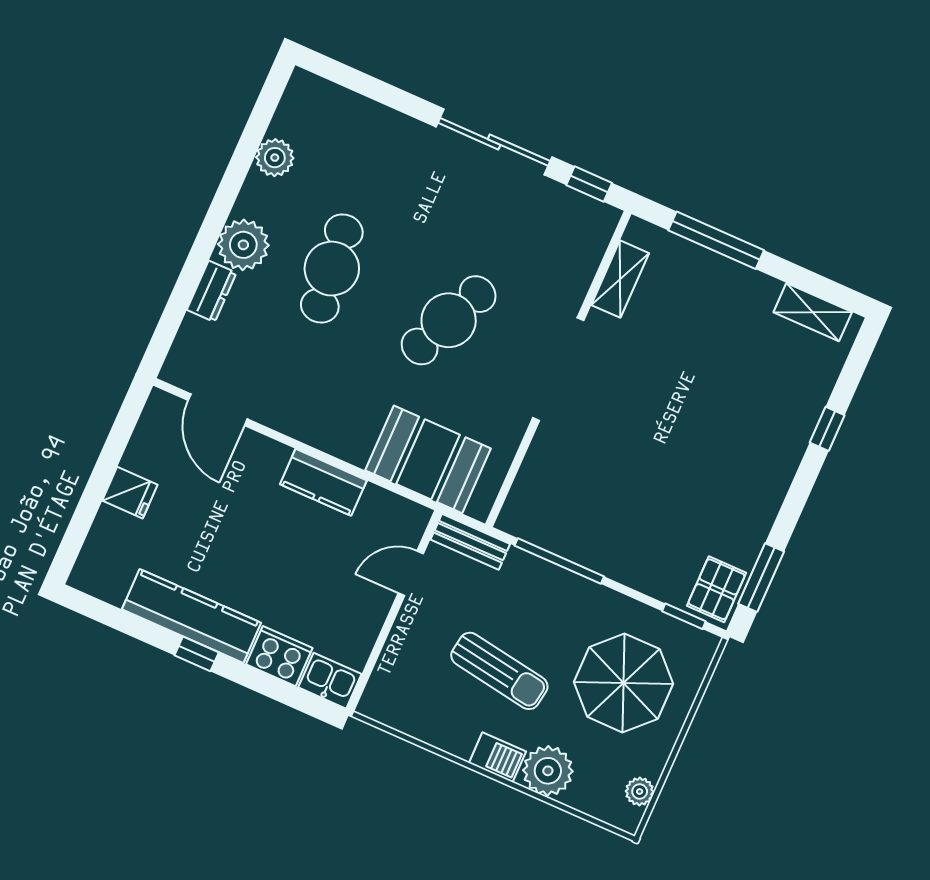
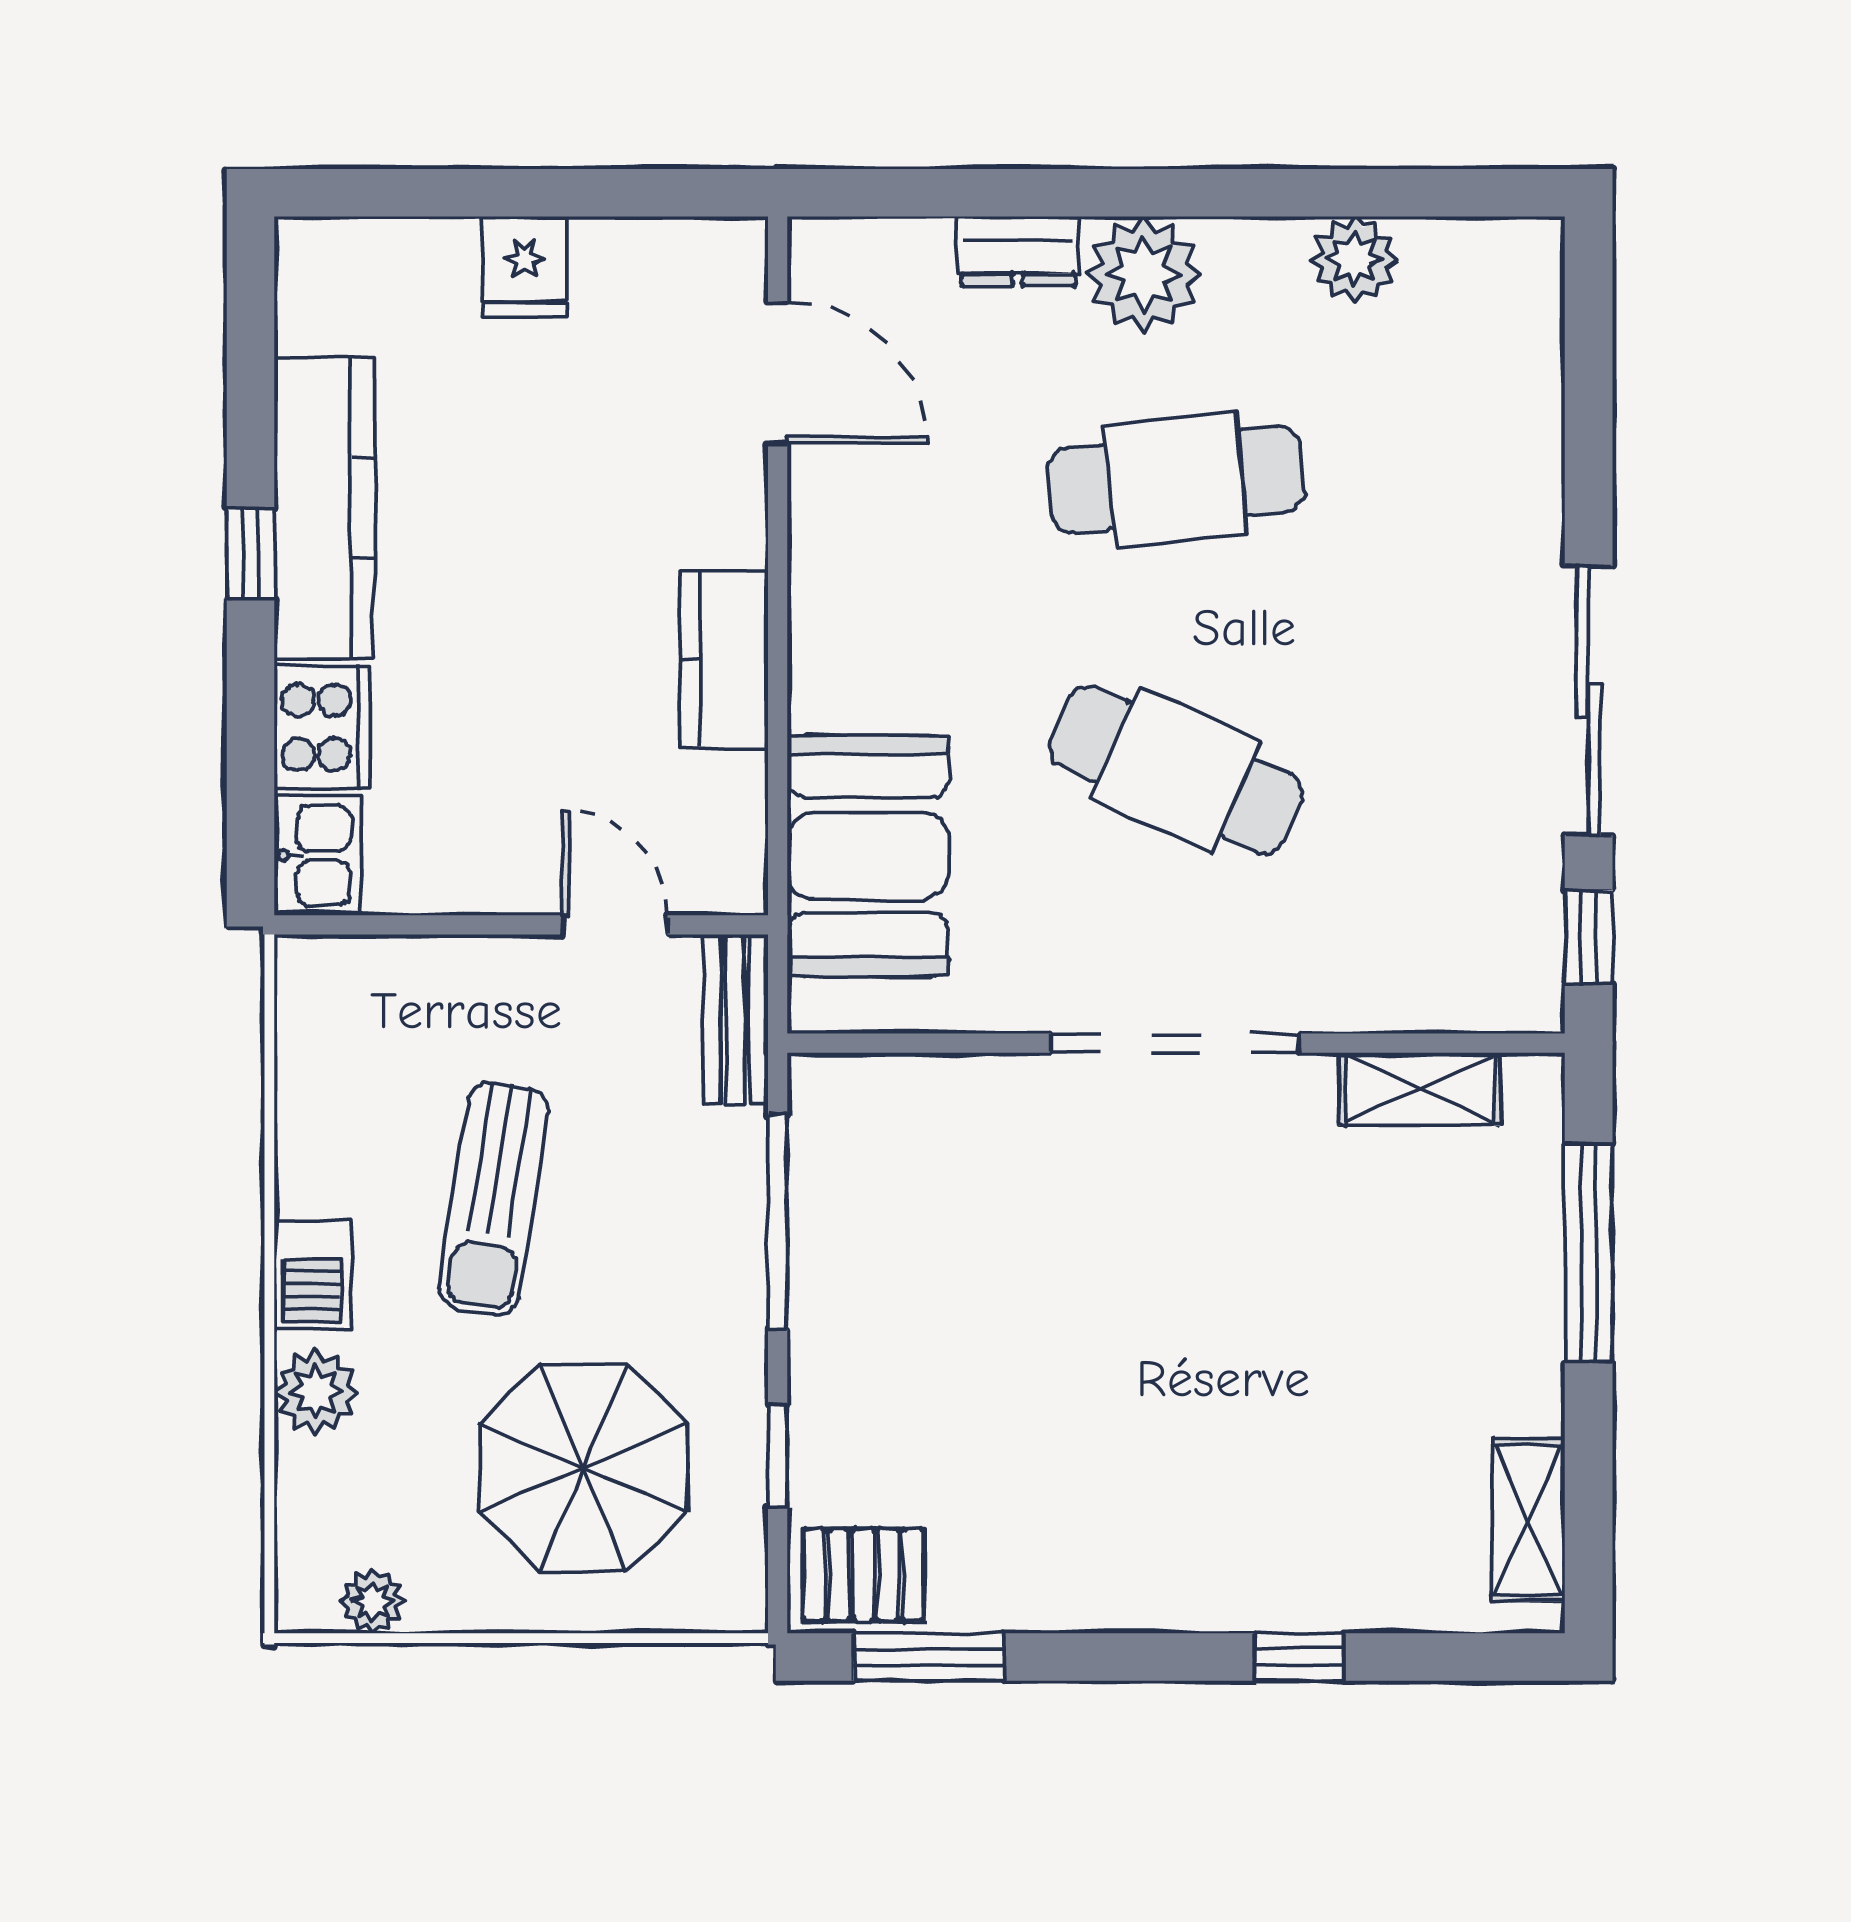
door: (218, 410) -> (778, 373), swing flipped
window: (684, 616) -> (778, 1457), moved
plant: (548, 771) -> (316, 1392), width x0.73, depth x0.73

